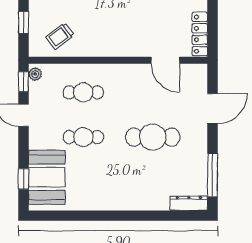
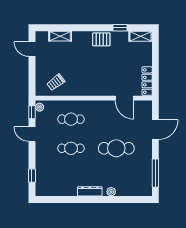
window: (24, 22) -> (32, 73), removed
booth: (47, 177) -> (47, 174), removed
dresser: (189, 203) -> (90, 191), moved
plant: (145, 204) -> (111, 192), added

